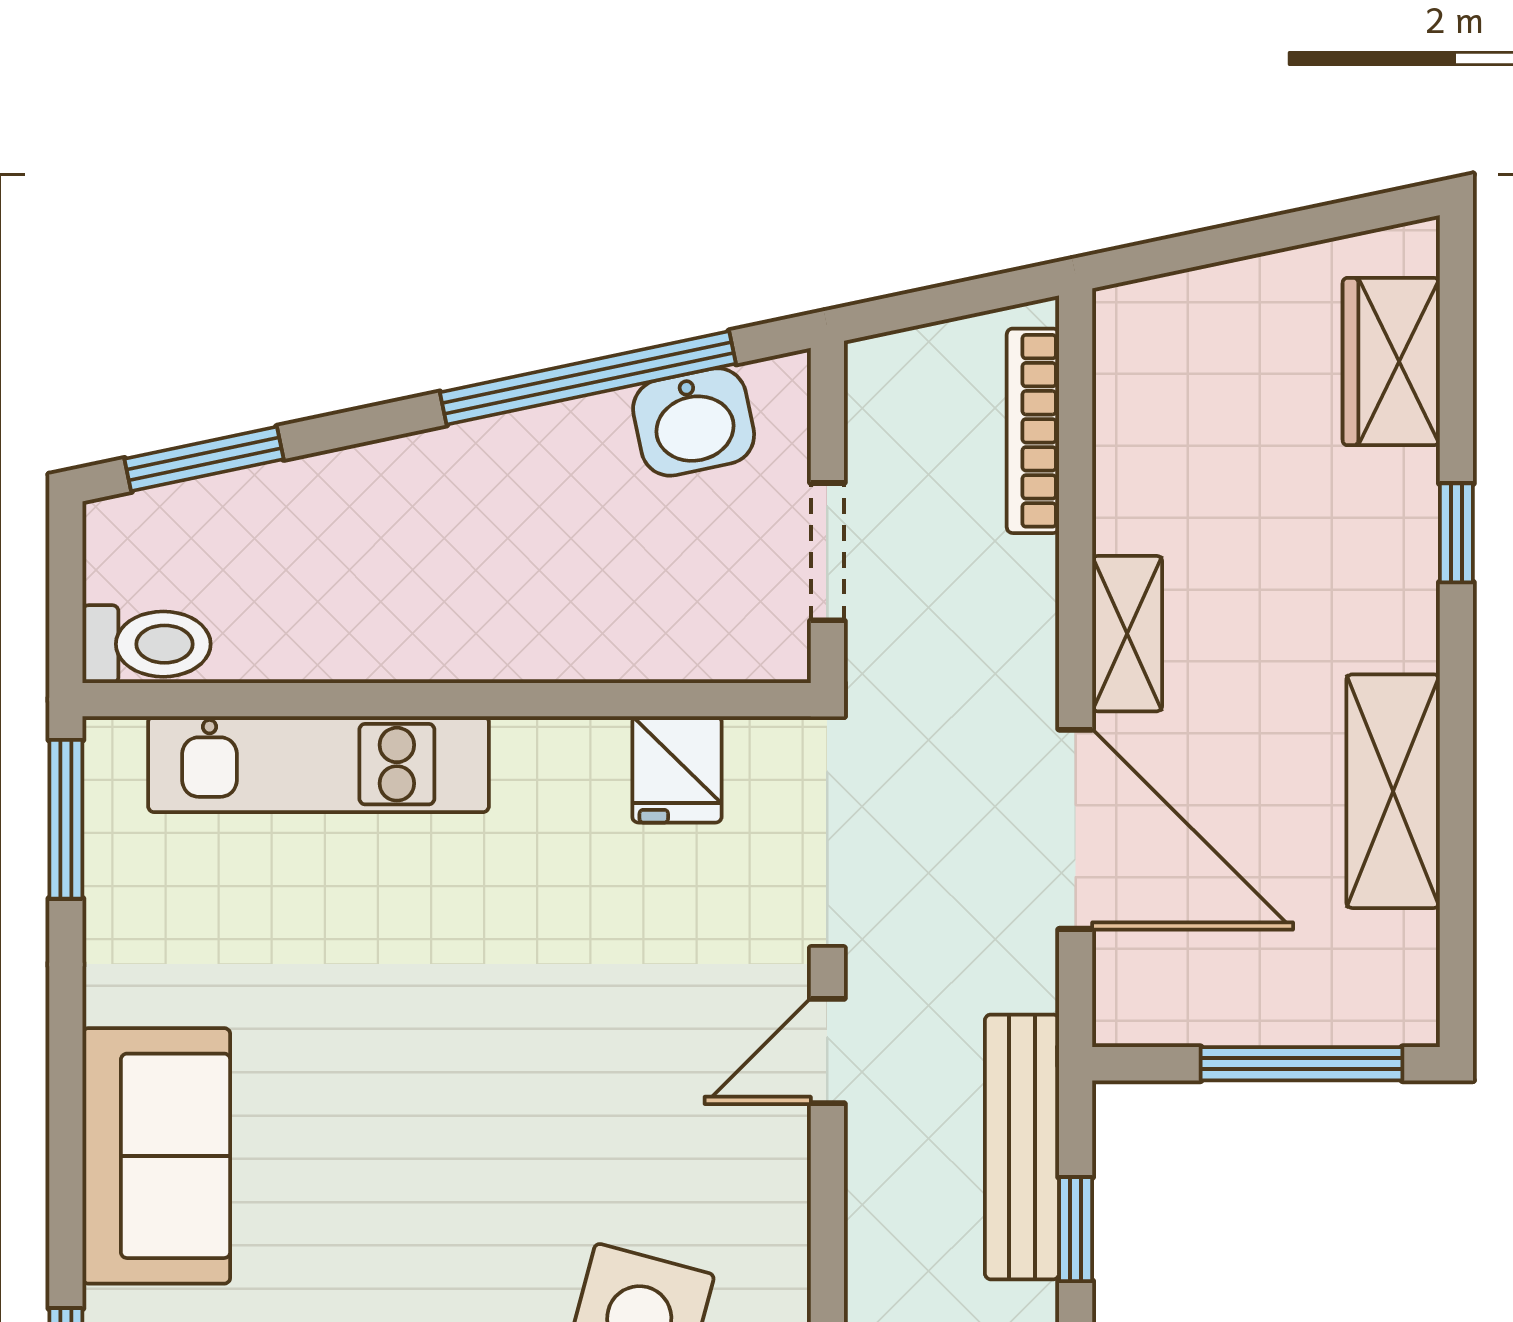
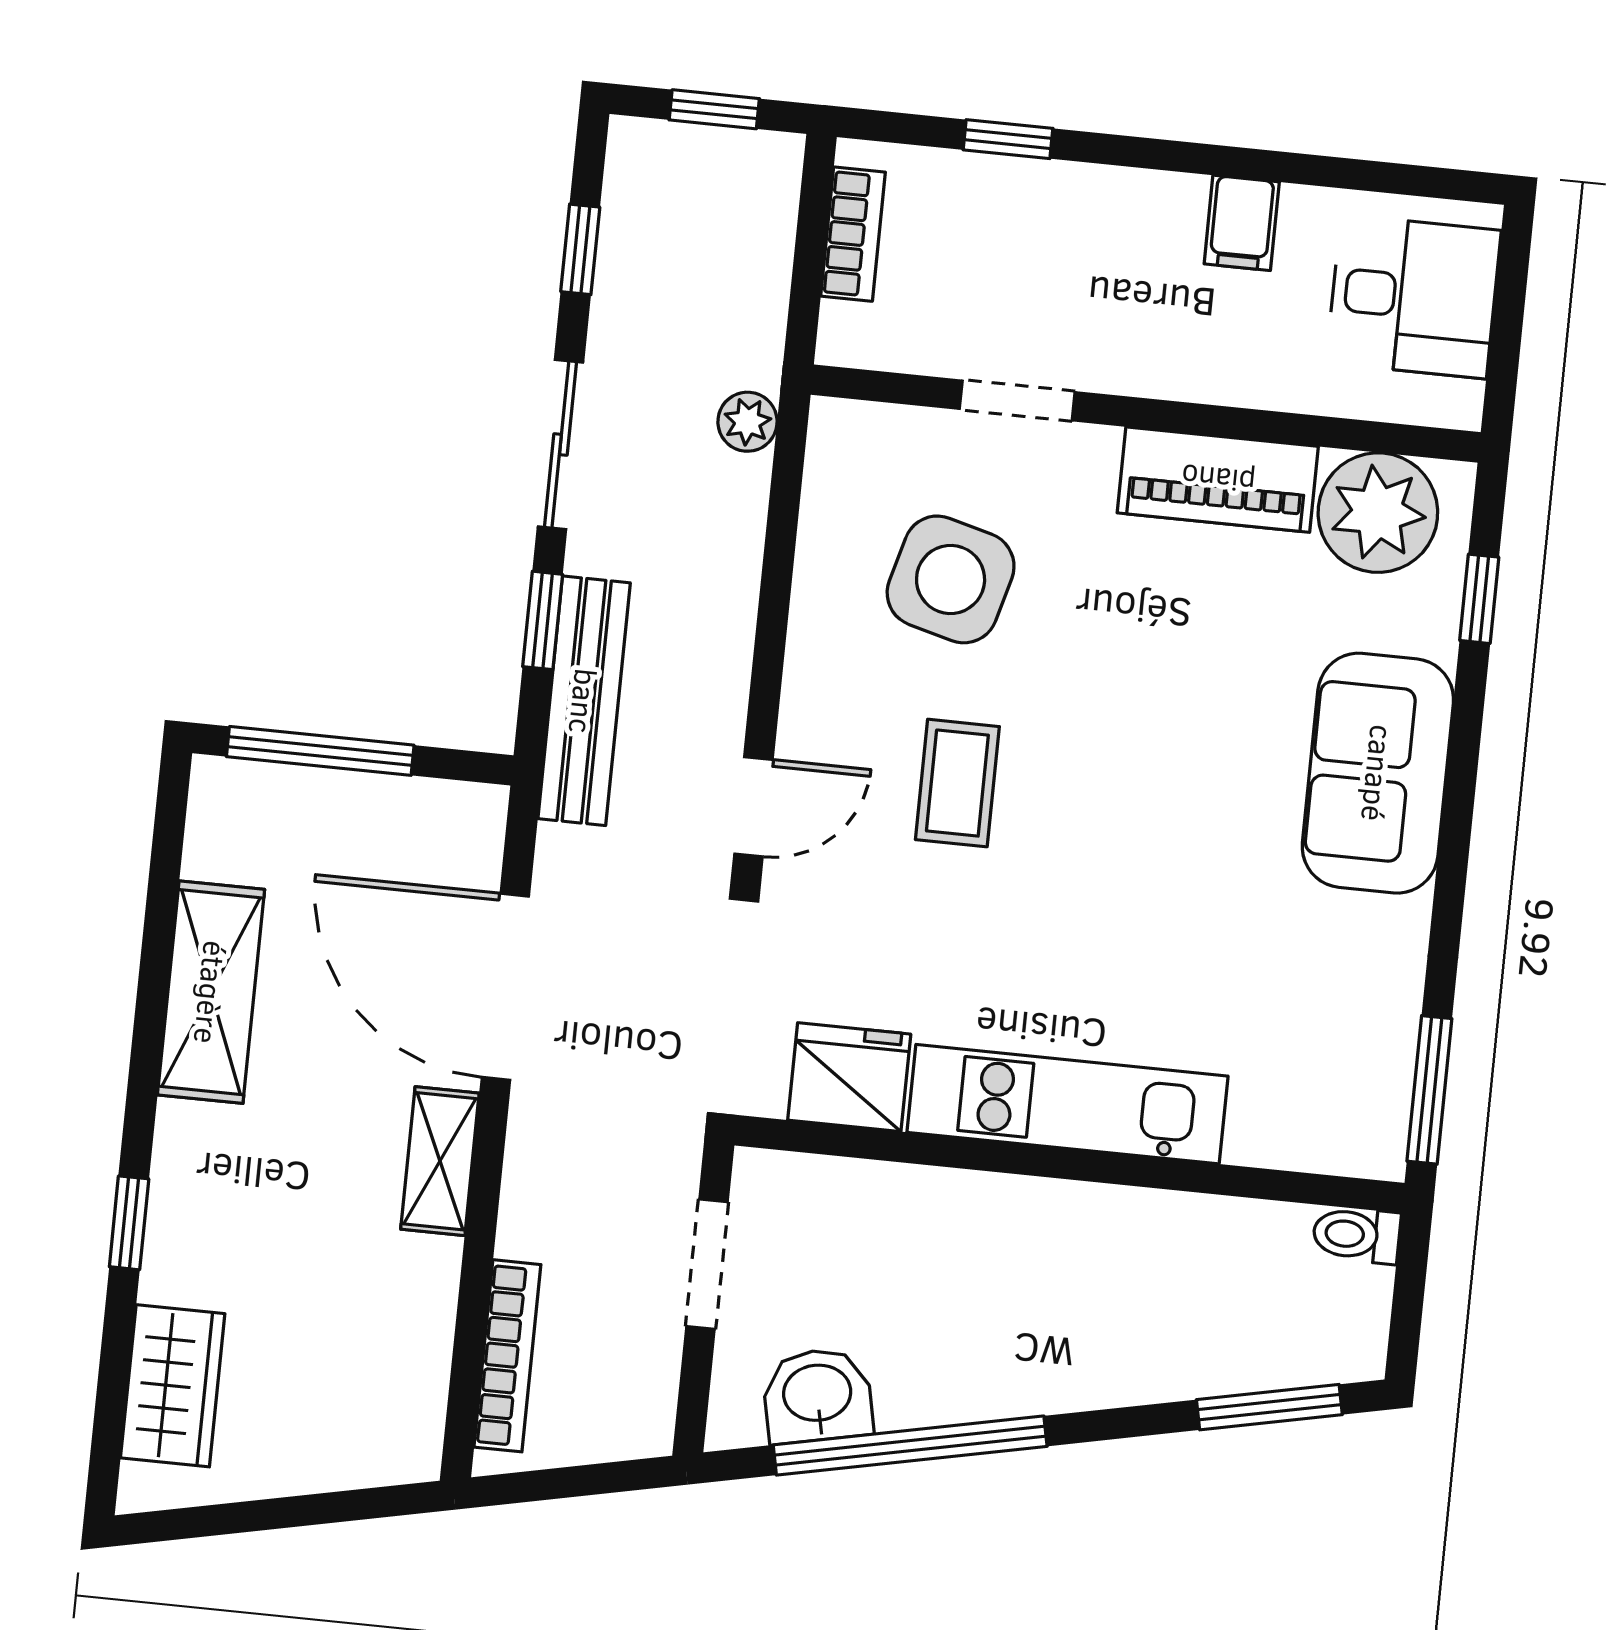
toilet: (147, 644) -> (1357, 1235), width x0.73, depth x0.72
kitchen unit: (319, 764) -> (1067, 1104), moved
fridge: (677, 769) -> (849, 1077), width x1.38
coffee table: (610, 1099) -> (957, 783), added

